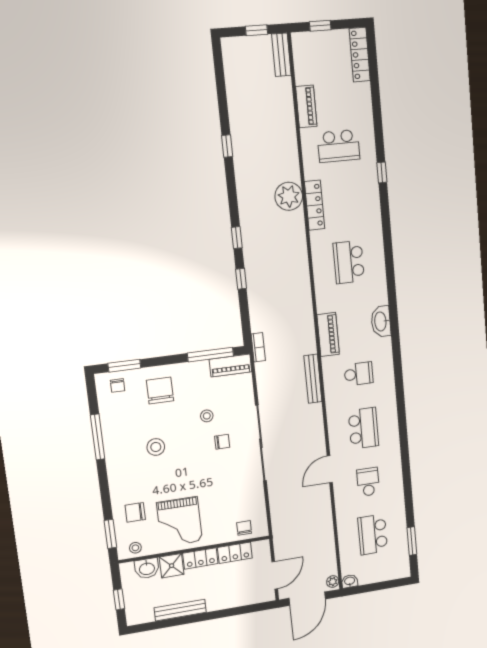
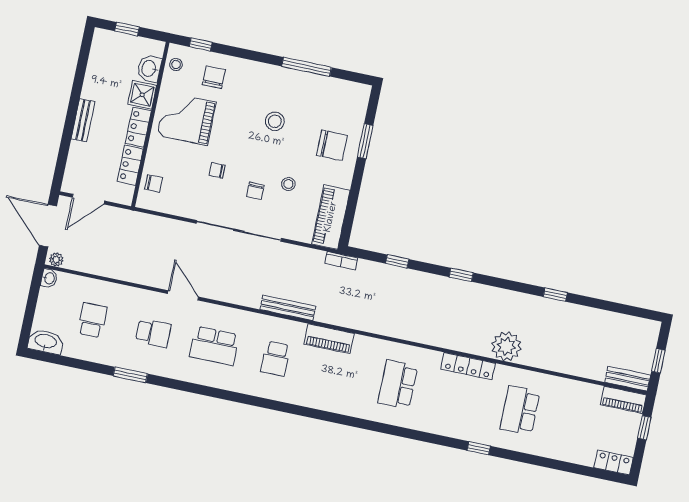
locker: (360, 55) -> (614, 462), width x0.66
piano: (306, 106) -> (623, 400), moved
plant: (289, 196) -> (506, 346), moved
school desk: (349, 262) -> (398, 384), turned -90
window: (241, 279) -> (397, 261), moved
washbasin: (381, 321) -> (46, 342), moved
window: (210, 355) -> (351, 209), removed
piano: (231, 365) -> (331, 217), width x1.37, depth x1.33
window: (124, 366) -> (365, 141), moved
chair: (118, 385) -> (217, 170), moved
window: (110, 534) -> (201, 44), width x0.67
school desk: (373, 534) -> (92, 320), width x0.54
window: (412, 541) -> (130, 375), moved
door: (275, 575) -> (88, 199), hinge flipped
bench: (180, 610) -> (83, 120), moved, width x0.73

